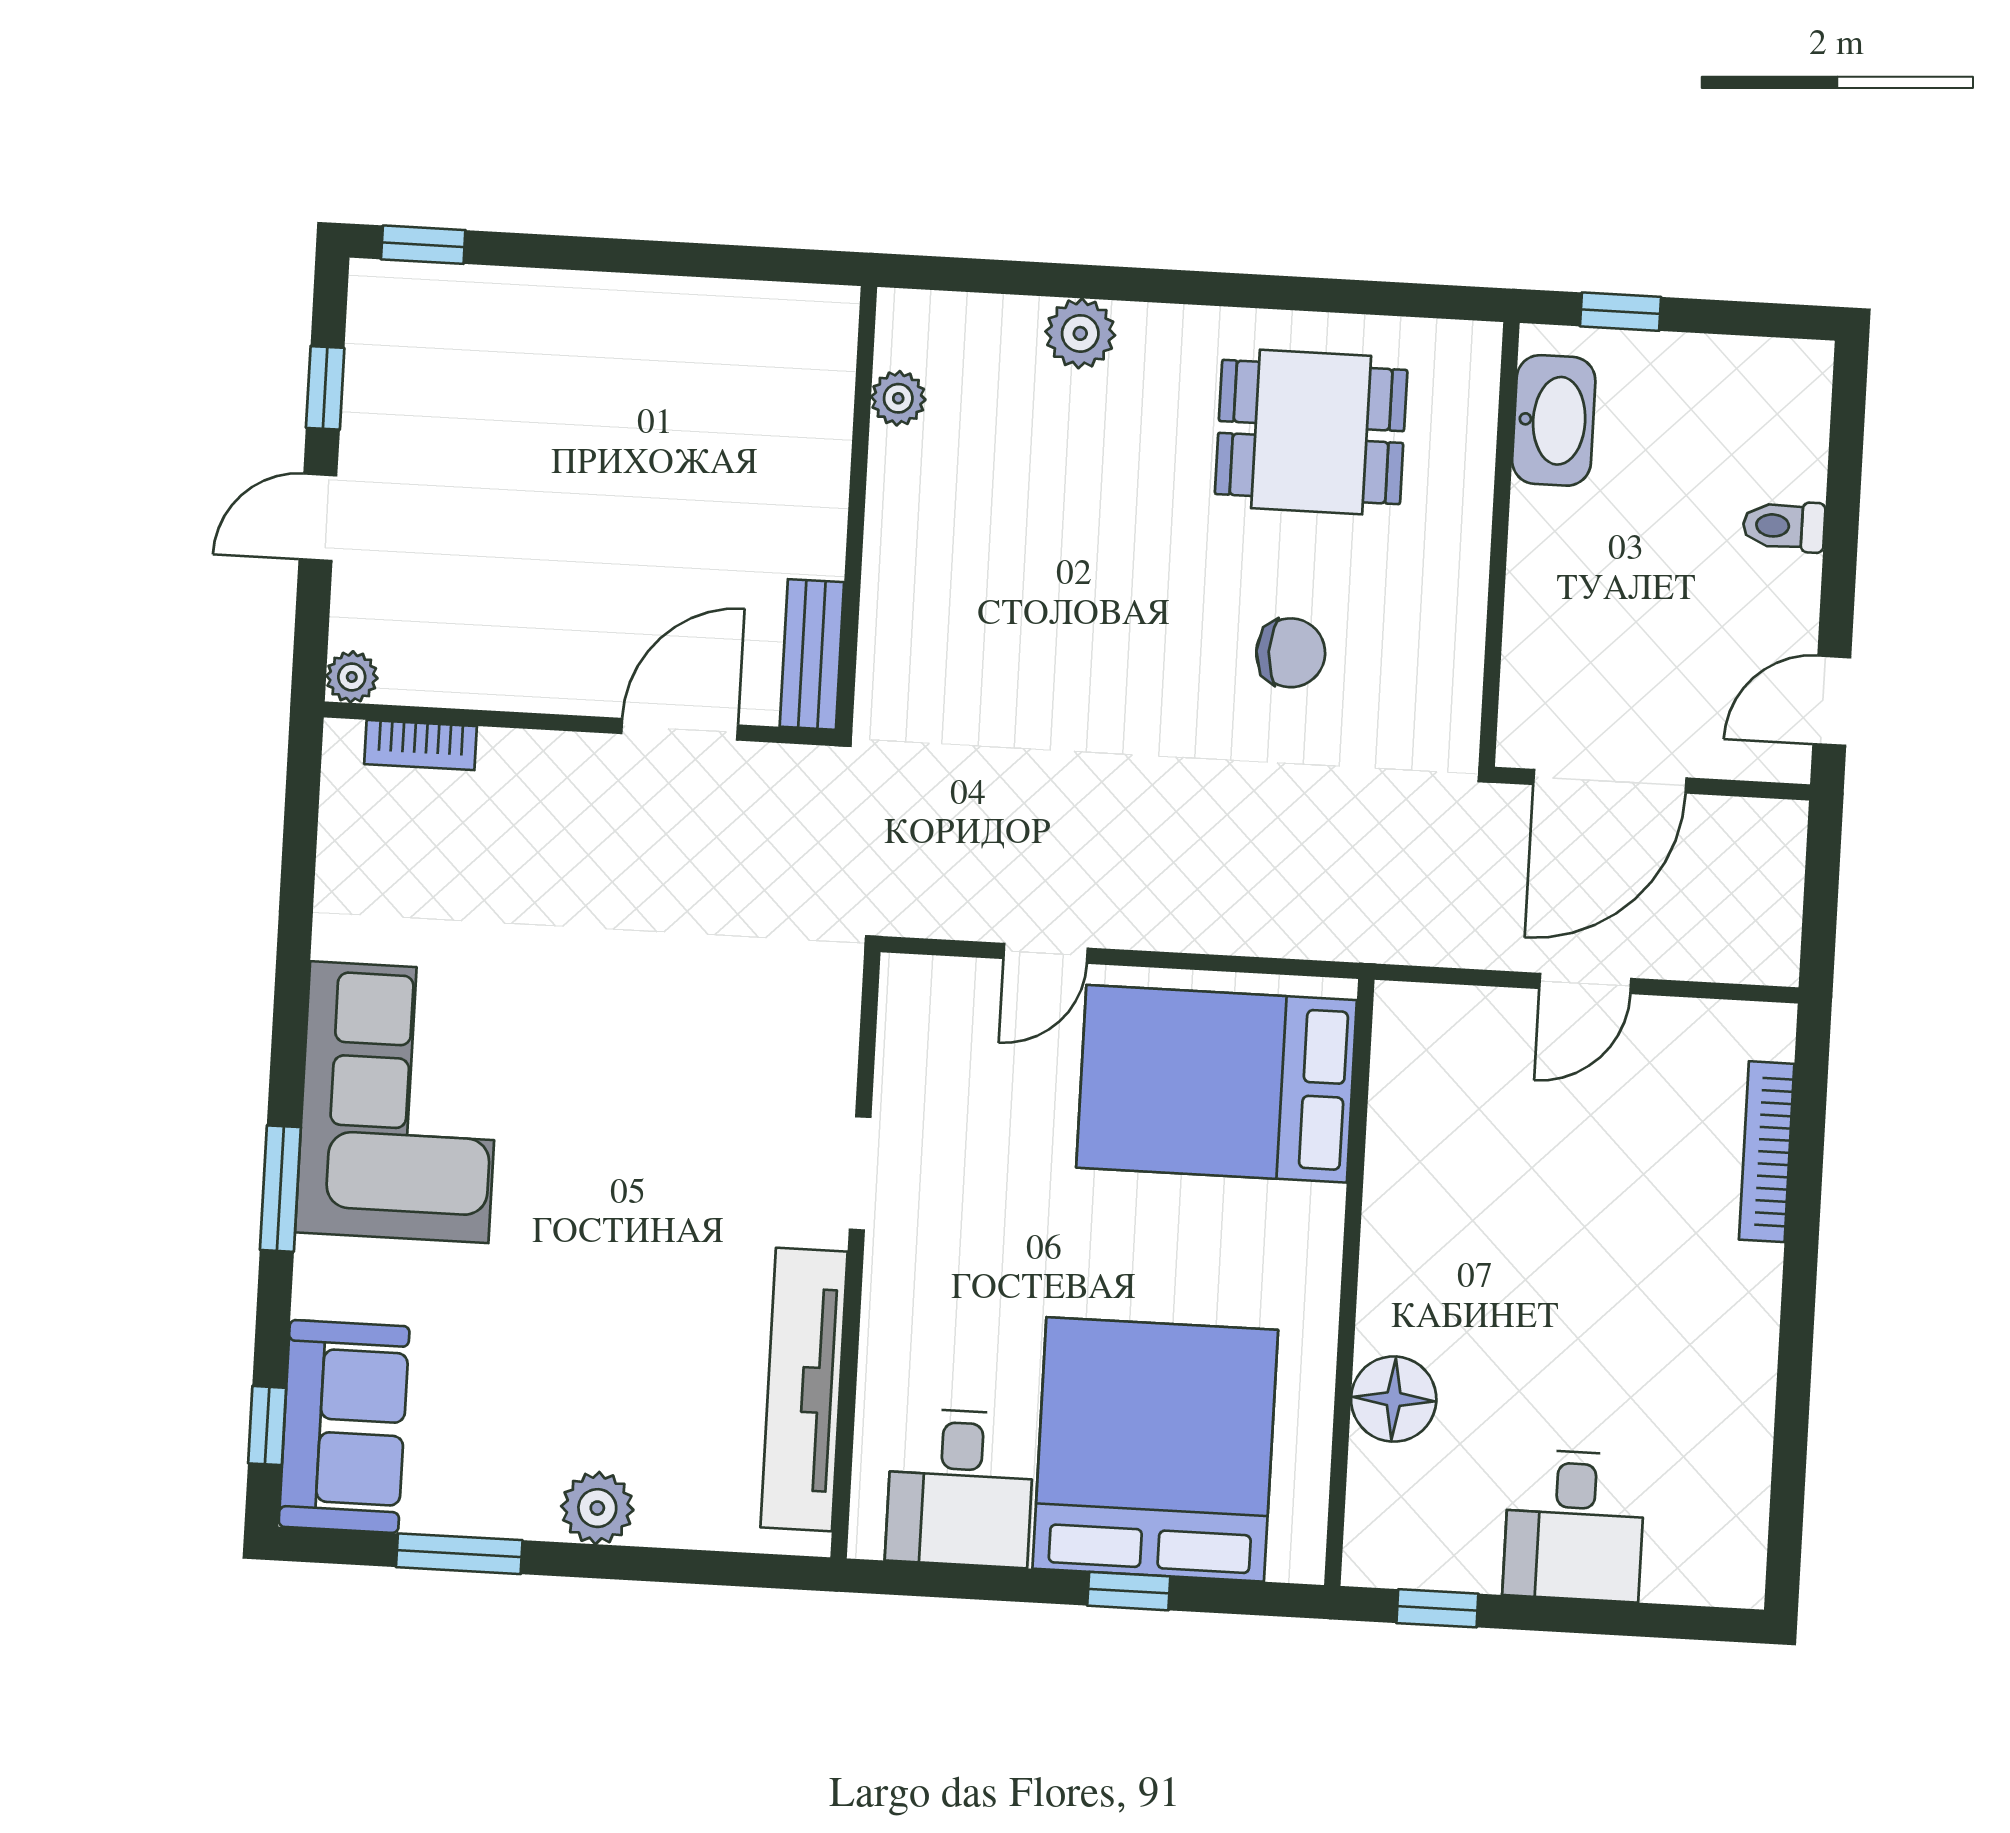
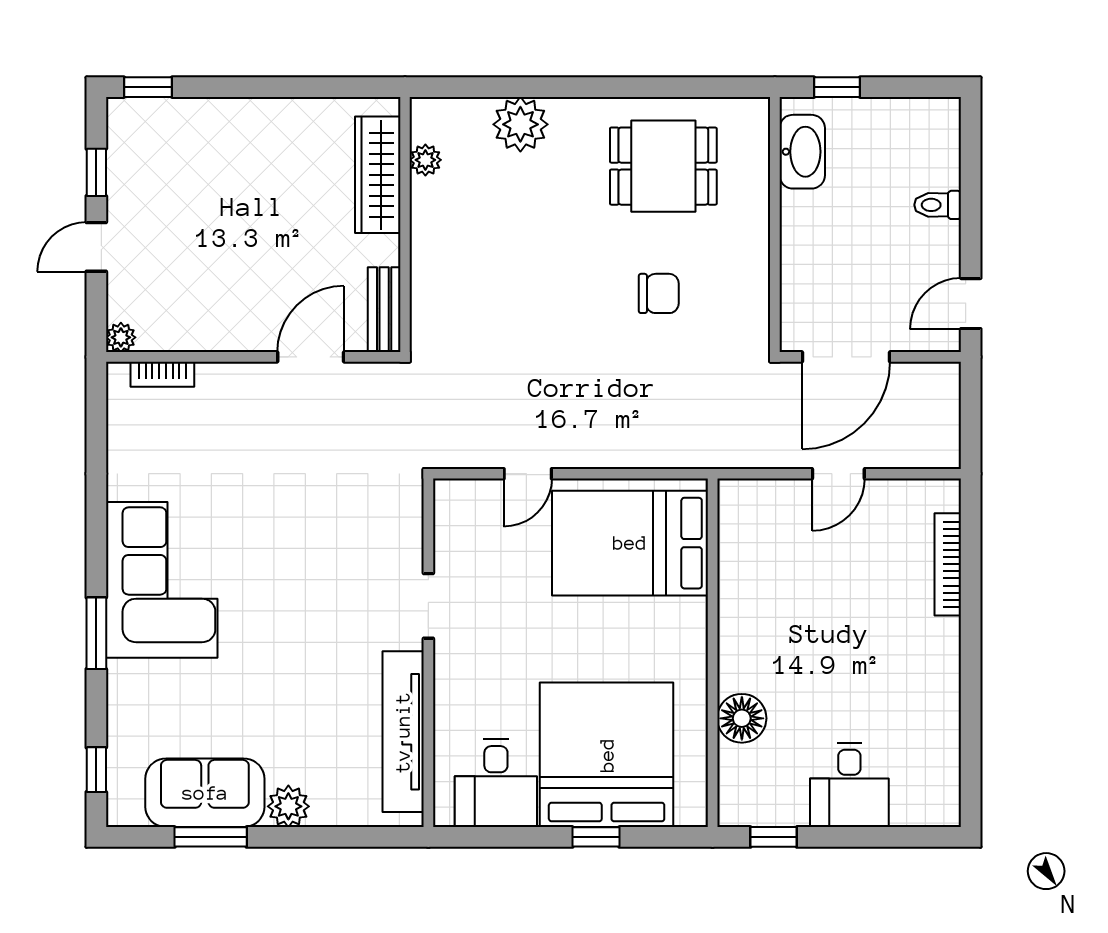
plant: (1080, 333) -> (520, 124), width x1.36, depth x1.36
wardrobe: (814, 419) -> (378, 175), added
sofa: (344, 1426) -> (205, 793), moved, turned -90

